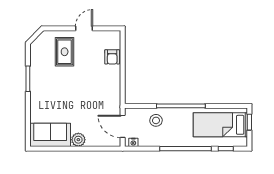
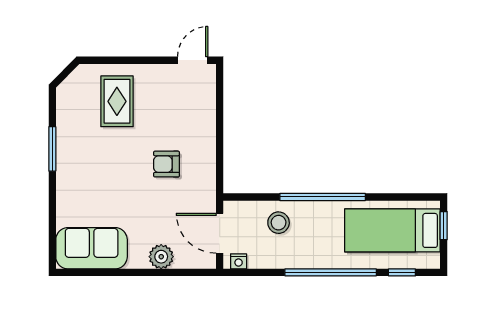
door: (84, 28) -> (193, 60), moved
armchair: (112, 57) -> (166, 164), moved, turned 90
plant: (78, 140) -> (161, 257), moved

